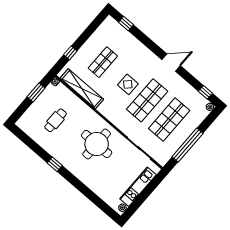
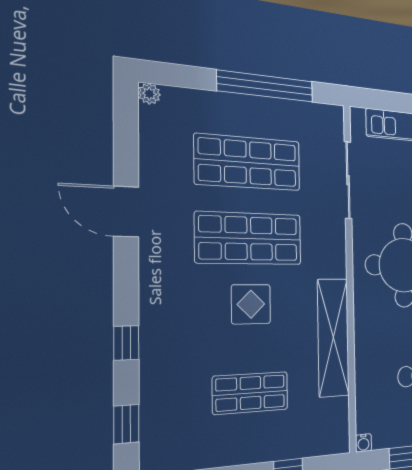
door: (171, 63) -> (126, 212), moved
shelving: (82, 89) -> (333, 338), moved
window: (205, 92) -> (126, 343), moved

